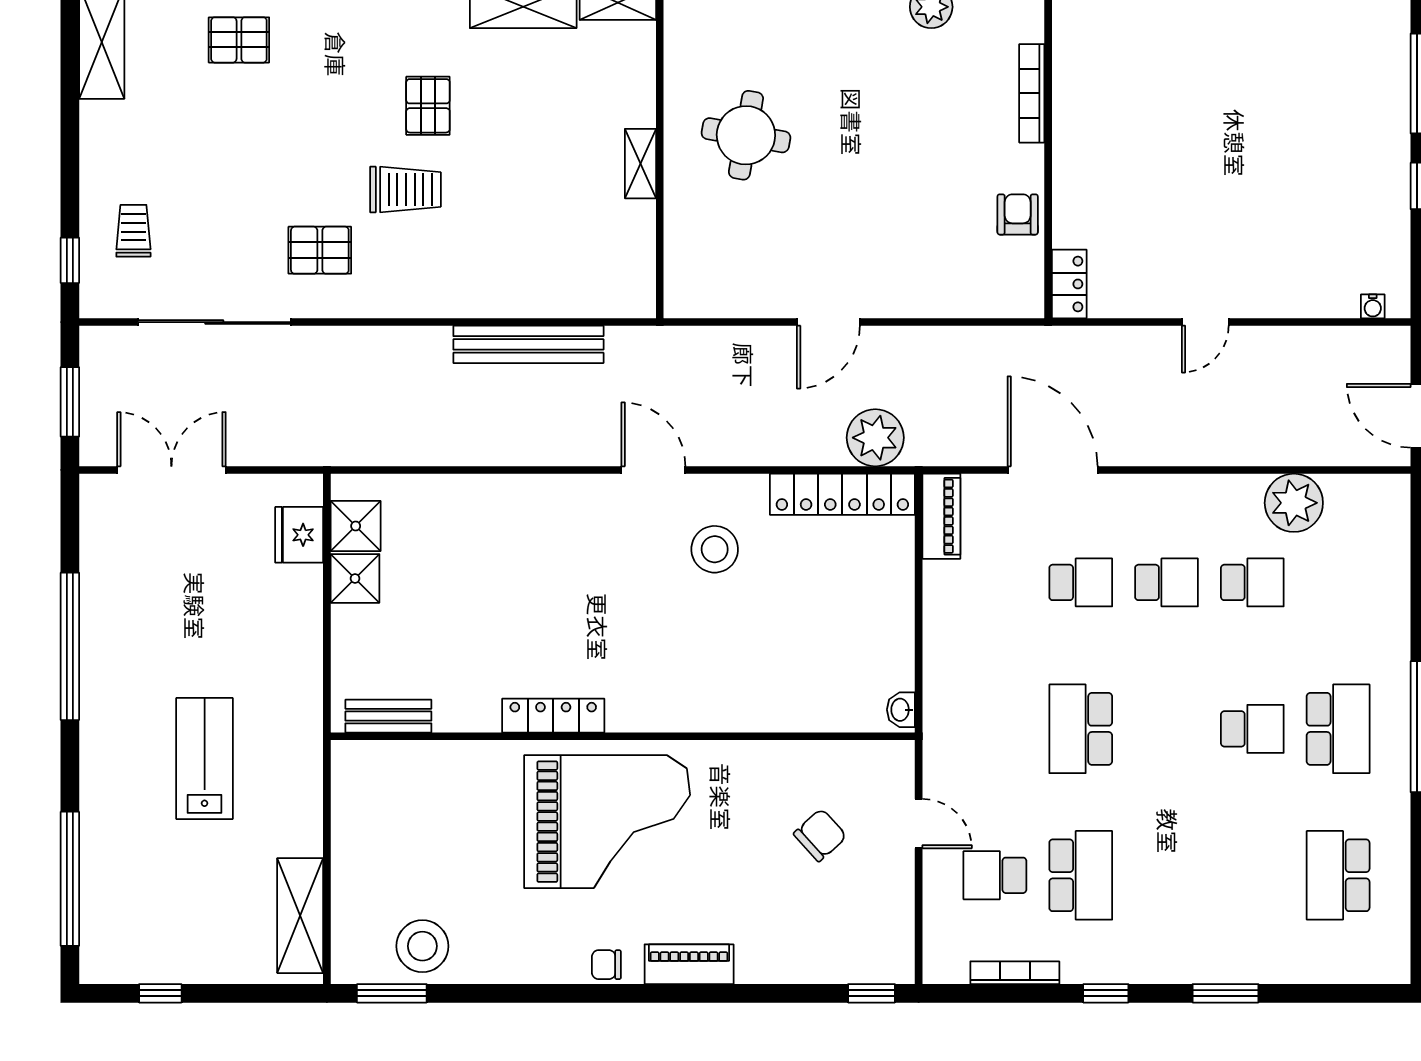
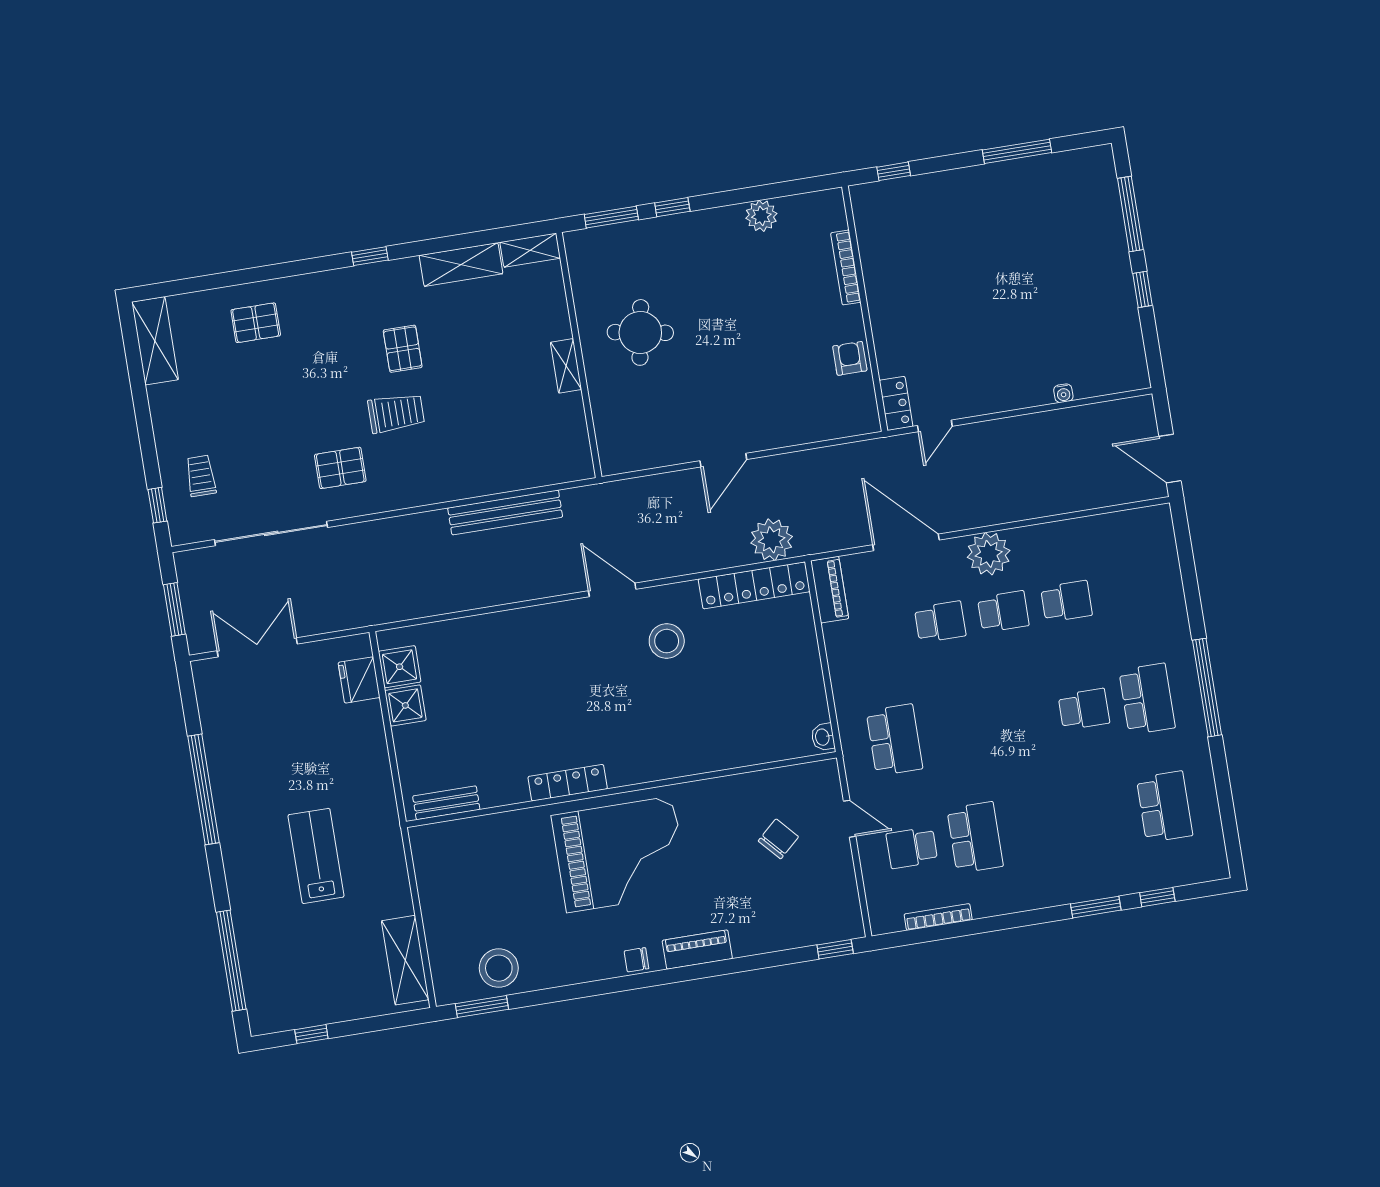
water cooler: (1373, 306) -> (1063, 393), moved
door: (1205, 322) -> (935, 426), moved
plant: (1294, 503) -> (989, 554), moved
school desk: (1081, 729) -> (894, 740), moved, turned 180
school desk: (1338, 875) -> (1165, 807), turned 180
window: (1106, 993) -> (1157, 897), moved

